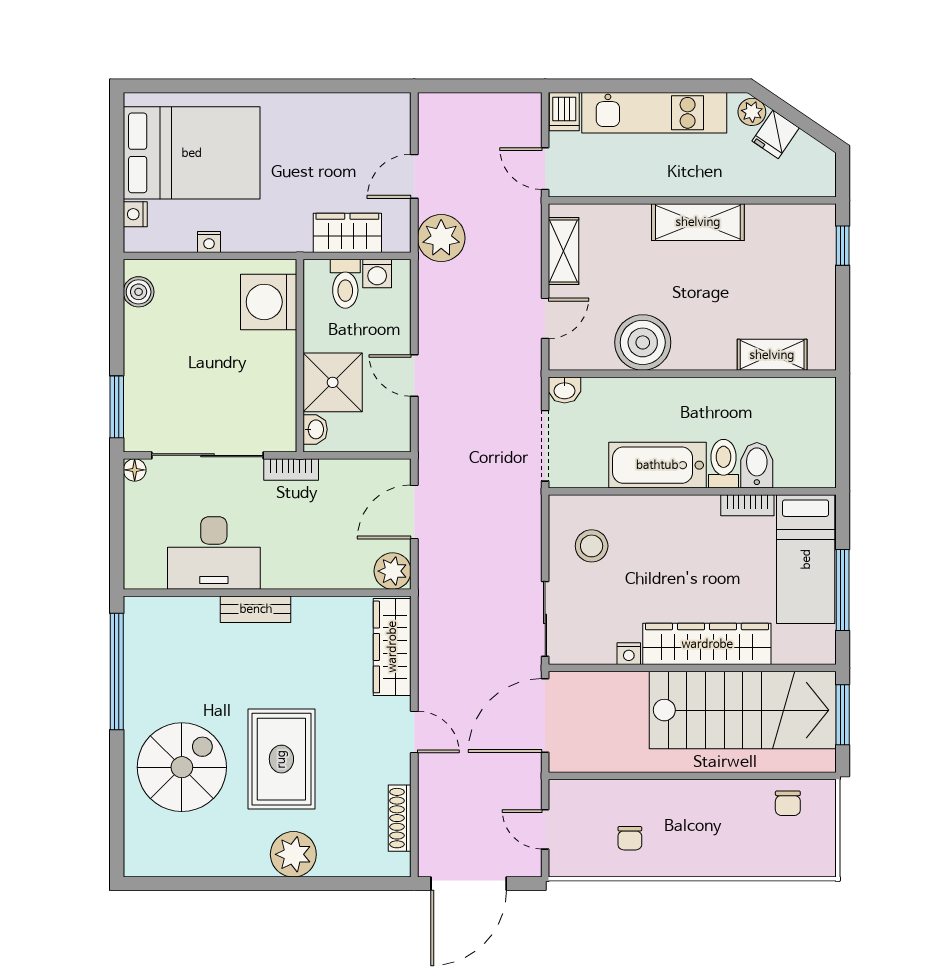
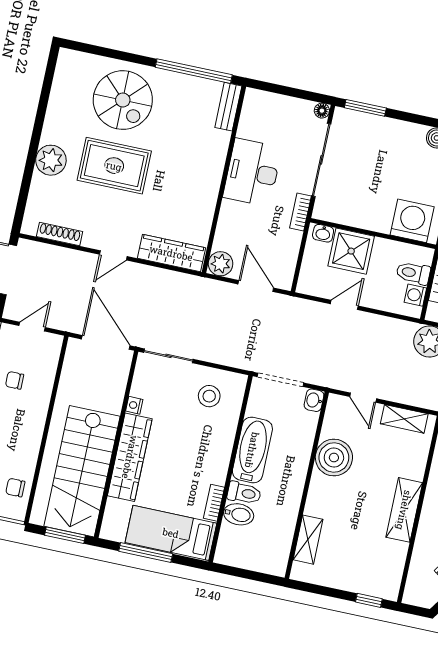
desk: (214, 553) -> (252, 172), moved
bench: (256, 609) -> (228, 107), moved

